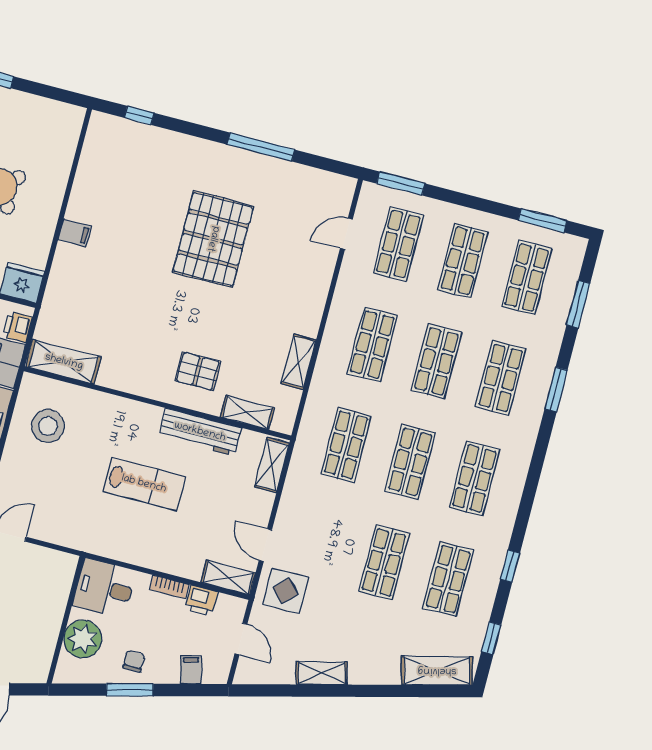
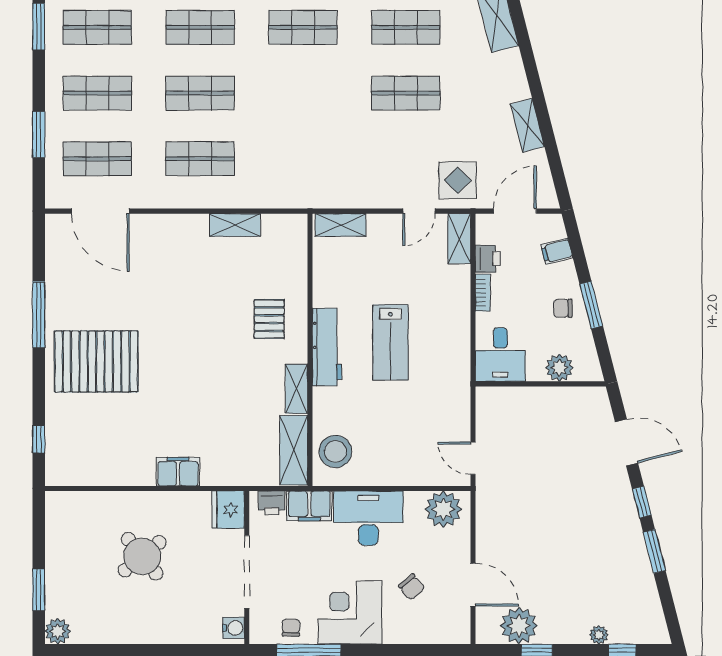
window: (401, 184) -> (39, 135), moved
filing cabinet: (75, 233) -> (178, 472), width x2.00
door: (346, 234) -> (100, 211), width x1.87
pallet: (213, 239) -> (96, 361), moved
shelving: (247, 413) -> (296, 389), moved
stool: (48, 426) -> (335, 451), moved
workbench: (200, 432) -> (327, 347), moved
shop shelf: (346, 445) -> (303, 159), removed
shop shelf: (410, 462) -> (303, 93), removed
lab bench: (144, 484) -> (390, 342), turned 180
plant: (83, 639) -> (559, 368), width x0.73, depth x0.73
door: (241, 639) -> (515, 211), width x1.38

